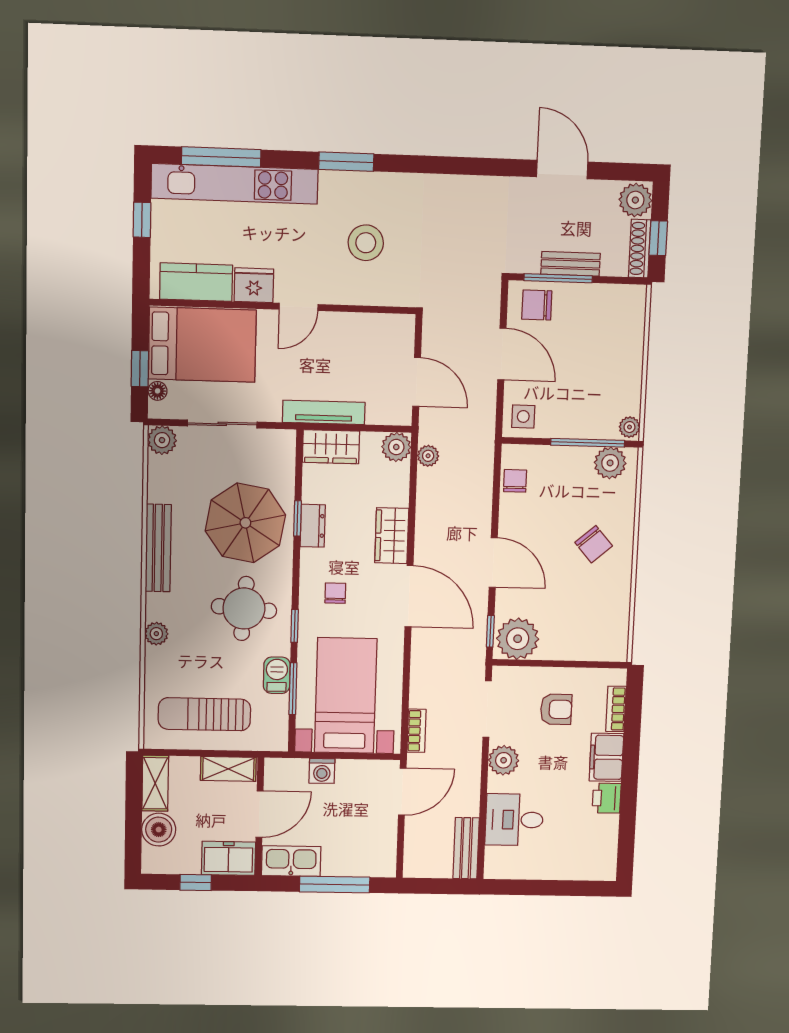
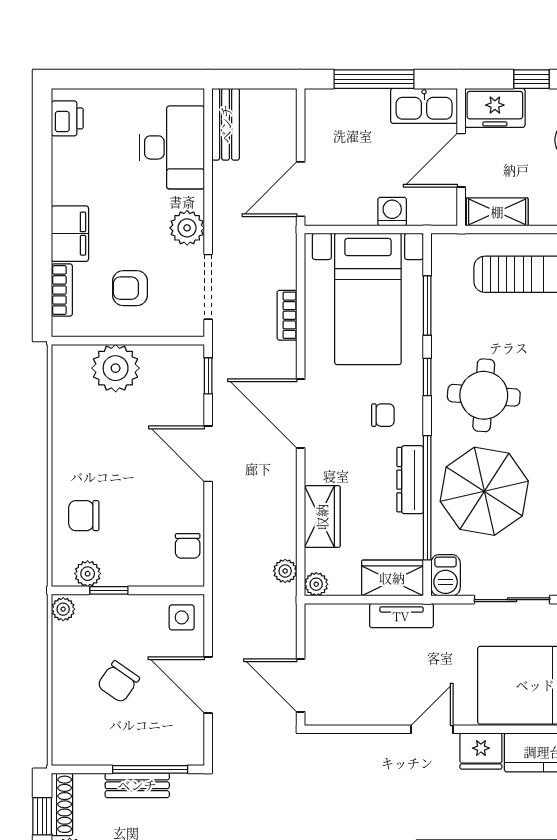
stool: (366, 243) -> (361, 800), removed
chair: (537, 305) -> (118, 682), moved, turned 125
door: (417, 382) -> (301, 685), moved
tv unit: (324, 412) -> (401, 616), width x0.71
window: (588, 443) -> (109, 590), width x0.46
plant: (396, 447) -> (316, 584), width x0.73, depth x0.73
plant: (610, 463) -> (88, 574), width x0.73, depth x0.73
window: (297, 518) -> (427, 498), width x3.17
dresser: (313, 526) -> (410, 480), width x1.44
wardrobe: (392, 536) -> (322, 517), moved
chair: (594, 544) -> (84, 516), moved, turned -49
chair: (335, 593) -> (383, 415), turned -90
plant: (518, 639) -> (116, 368), moved
barbecue: (277, 675) -> (446, 575), moved
bookcase: (416, 731) -> (287, 315), moved
printer: (607, 798) -> (67, 118), moved
desk: (514, 820) -> (172, 147), width x1.37

